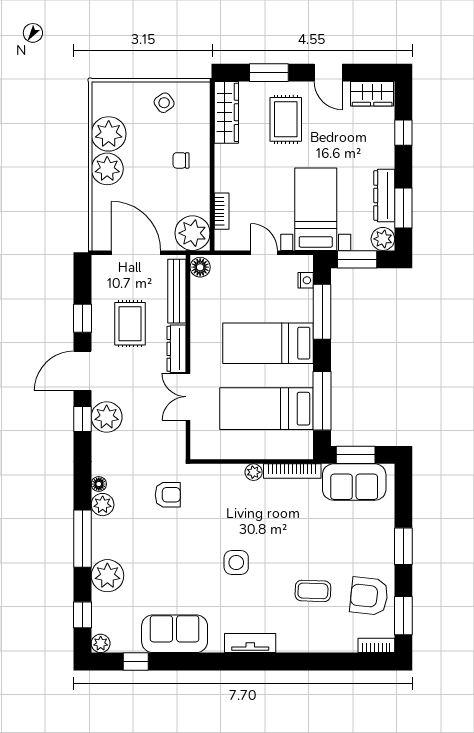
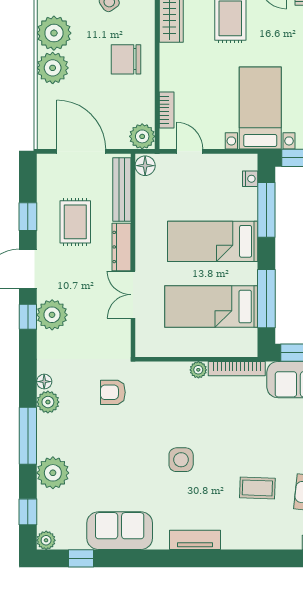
chair: (181, 160) -> (126, 59), width x1.87, depth x1.87
plant: (193, 233) -> (142, 136), width x0.73, depth x0.73
door: (264, 253) -> (189, 151), moved
armchair: (168, 495) -> (113, 392), turned 180

